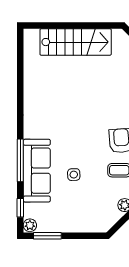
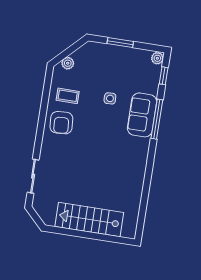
sofa: (37, 171) -> (142, 115), width x0.73
window: (47, 236) -> (120, 43), moved

